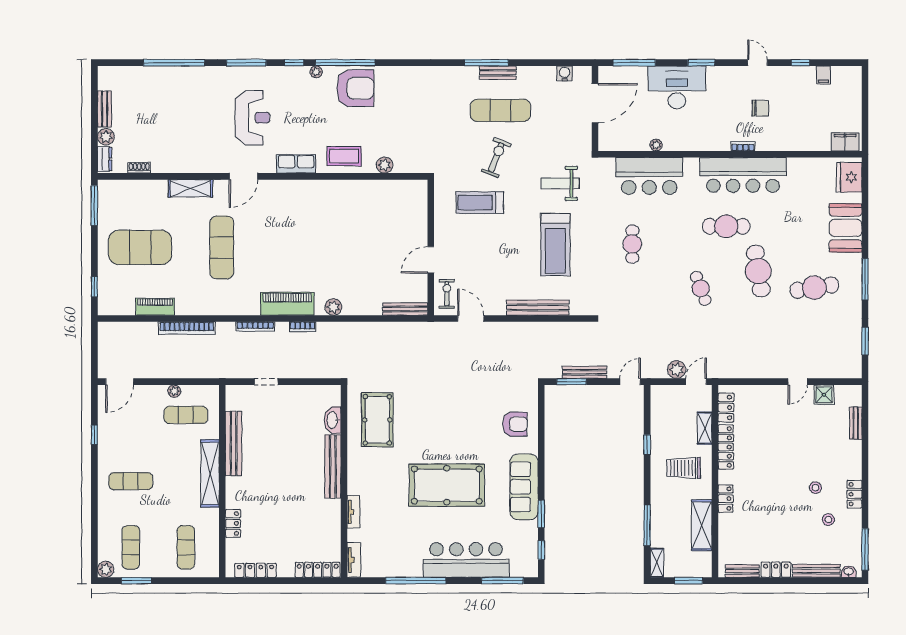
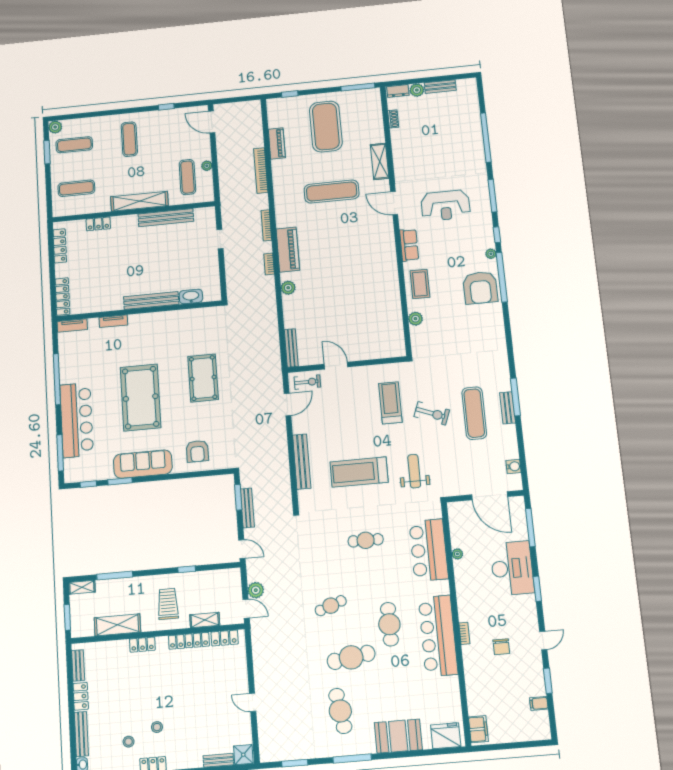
window: (800, 63) -> (548, 681), width x1.50
shower: (824, 395) -> (243, 755), moved
pool table: (377, 420) -> (203, 378), moved, turned 90

